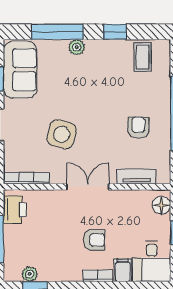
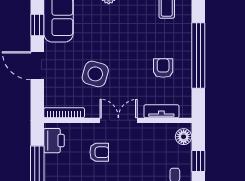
armchair: (94, 240) -> (99, 152), moved

